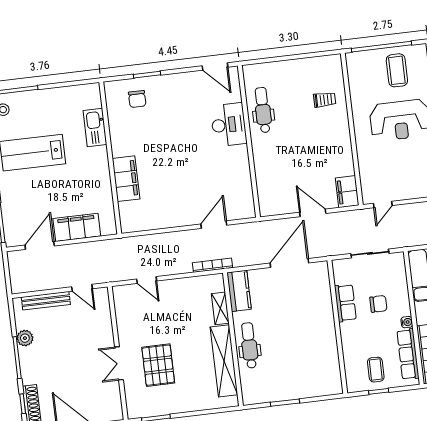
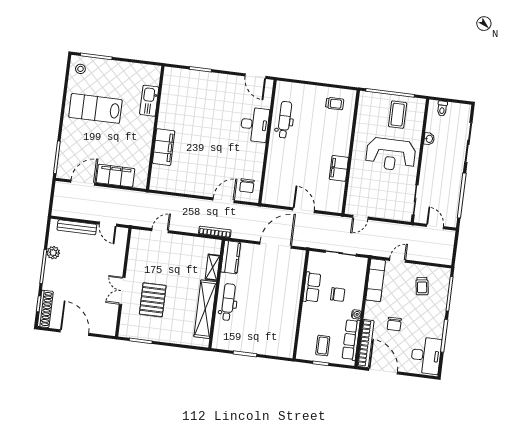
chair: (137, 99) -> (247, 186), moved
trolley: (325, 100) -> (335, 104), moved
filing cabinet: (347, 192) -> (339, 168), moved
door: (147, 280) -> (160, 231), swing flipped

